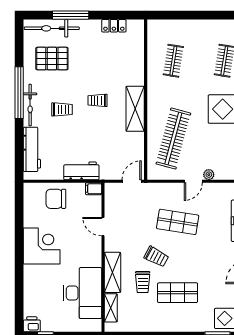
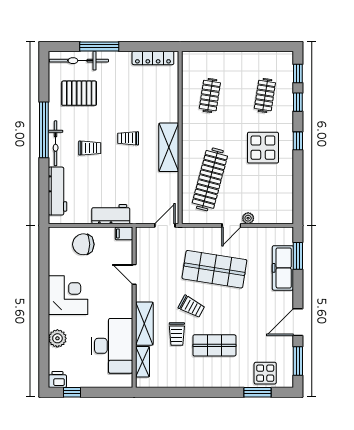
locker: (114, 26) -> (153, 58), width x1.53
shop shelf: (178, 222) -> (214, 269), width x1.43, depth x1.36
plant: (32, 286) -> (57, 338), added

